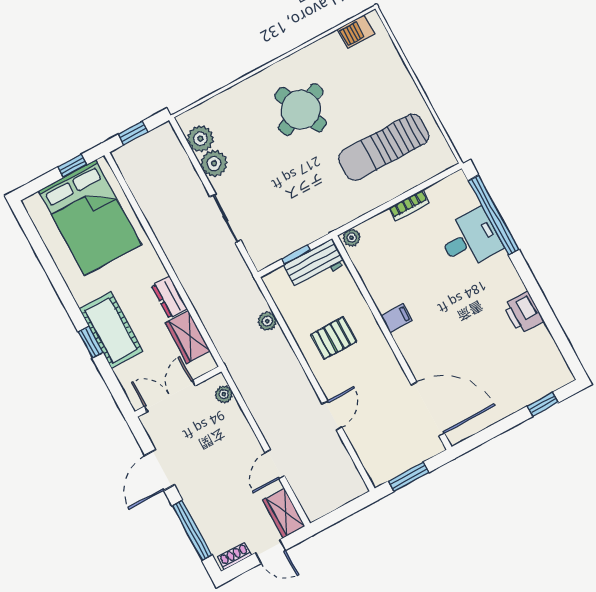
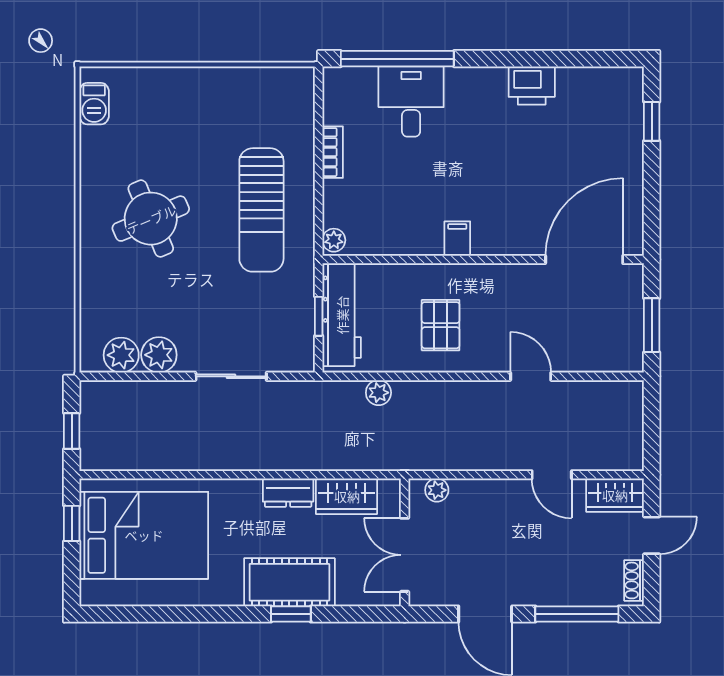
sun lounger: (384, 147) -> (261, 210), moved
workbench: (315, 264) -> (342, 315), width x1.38

